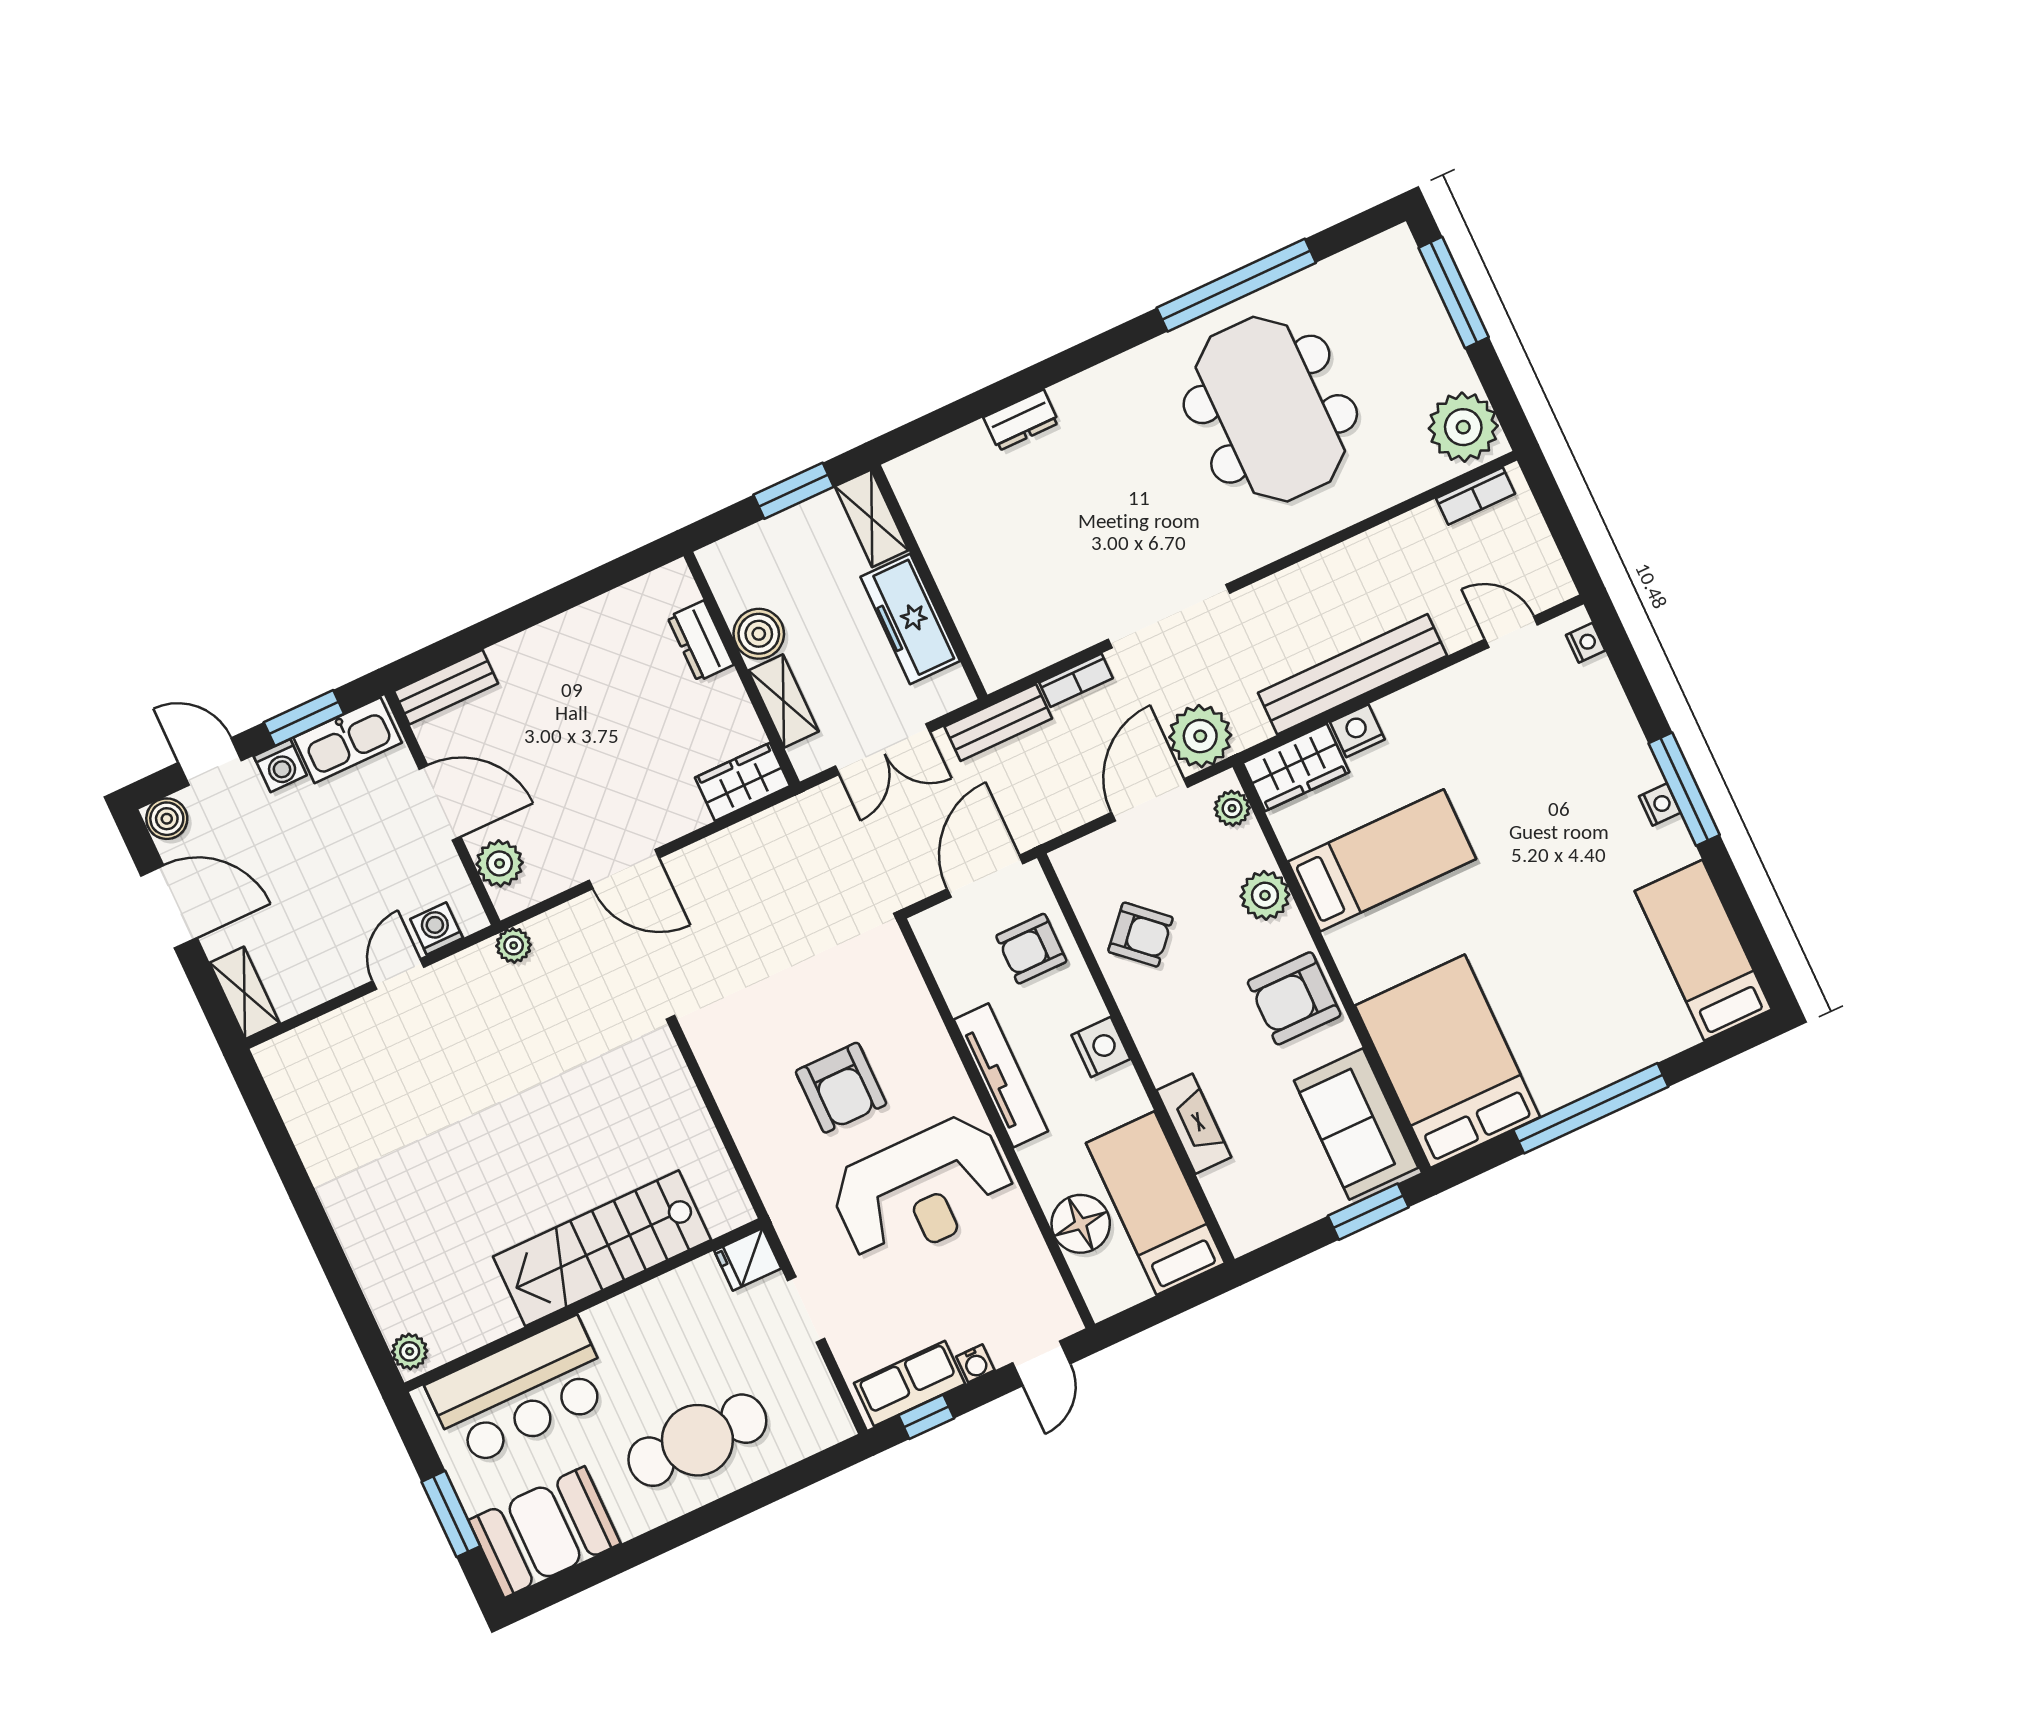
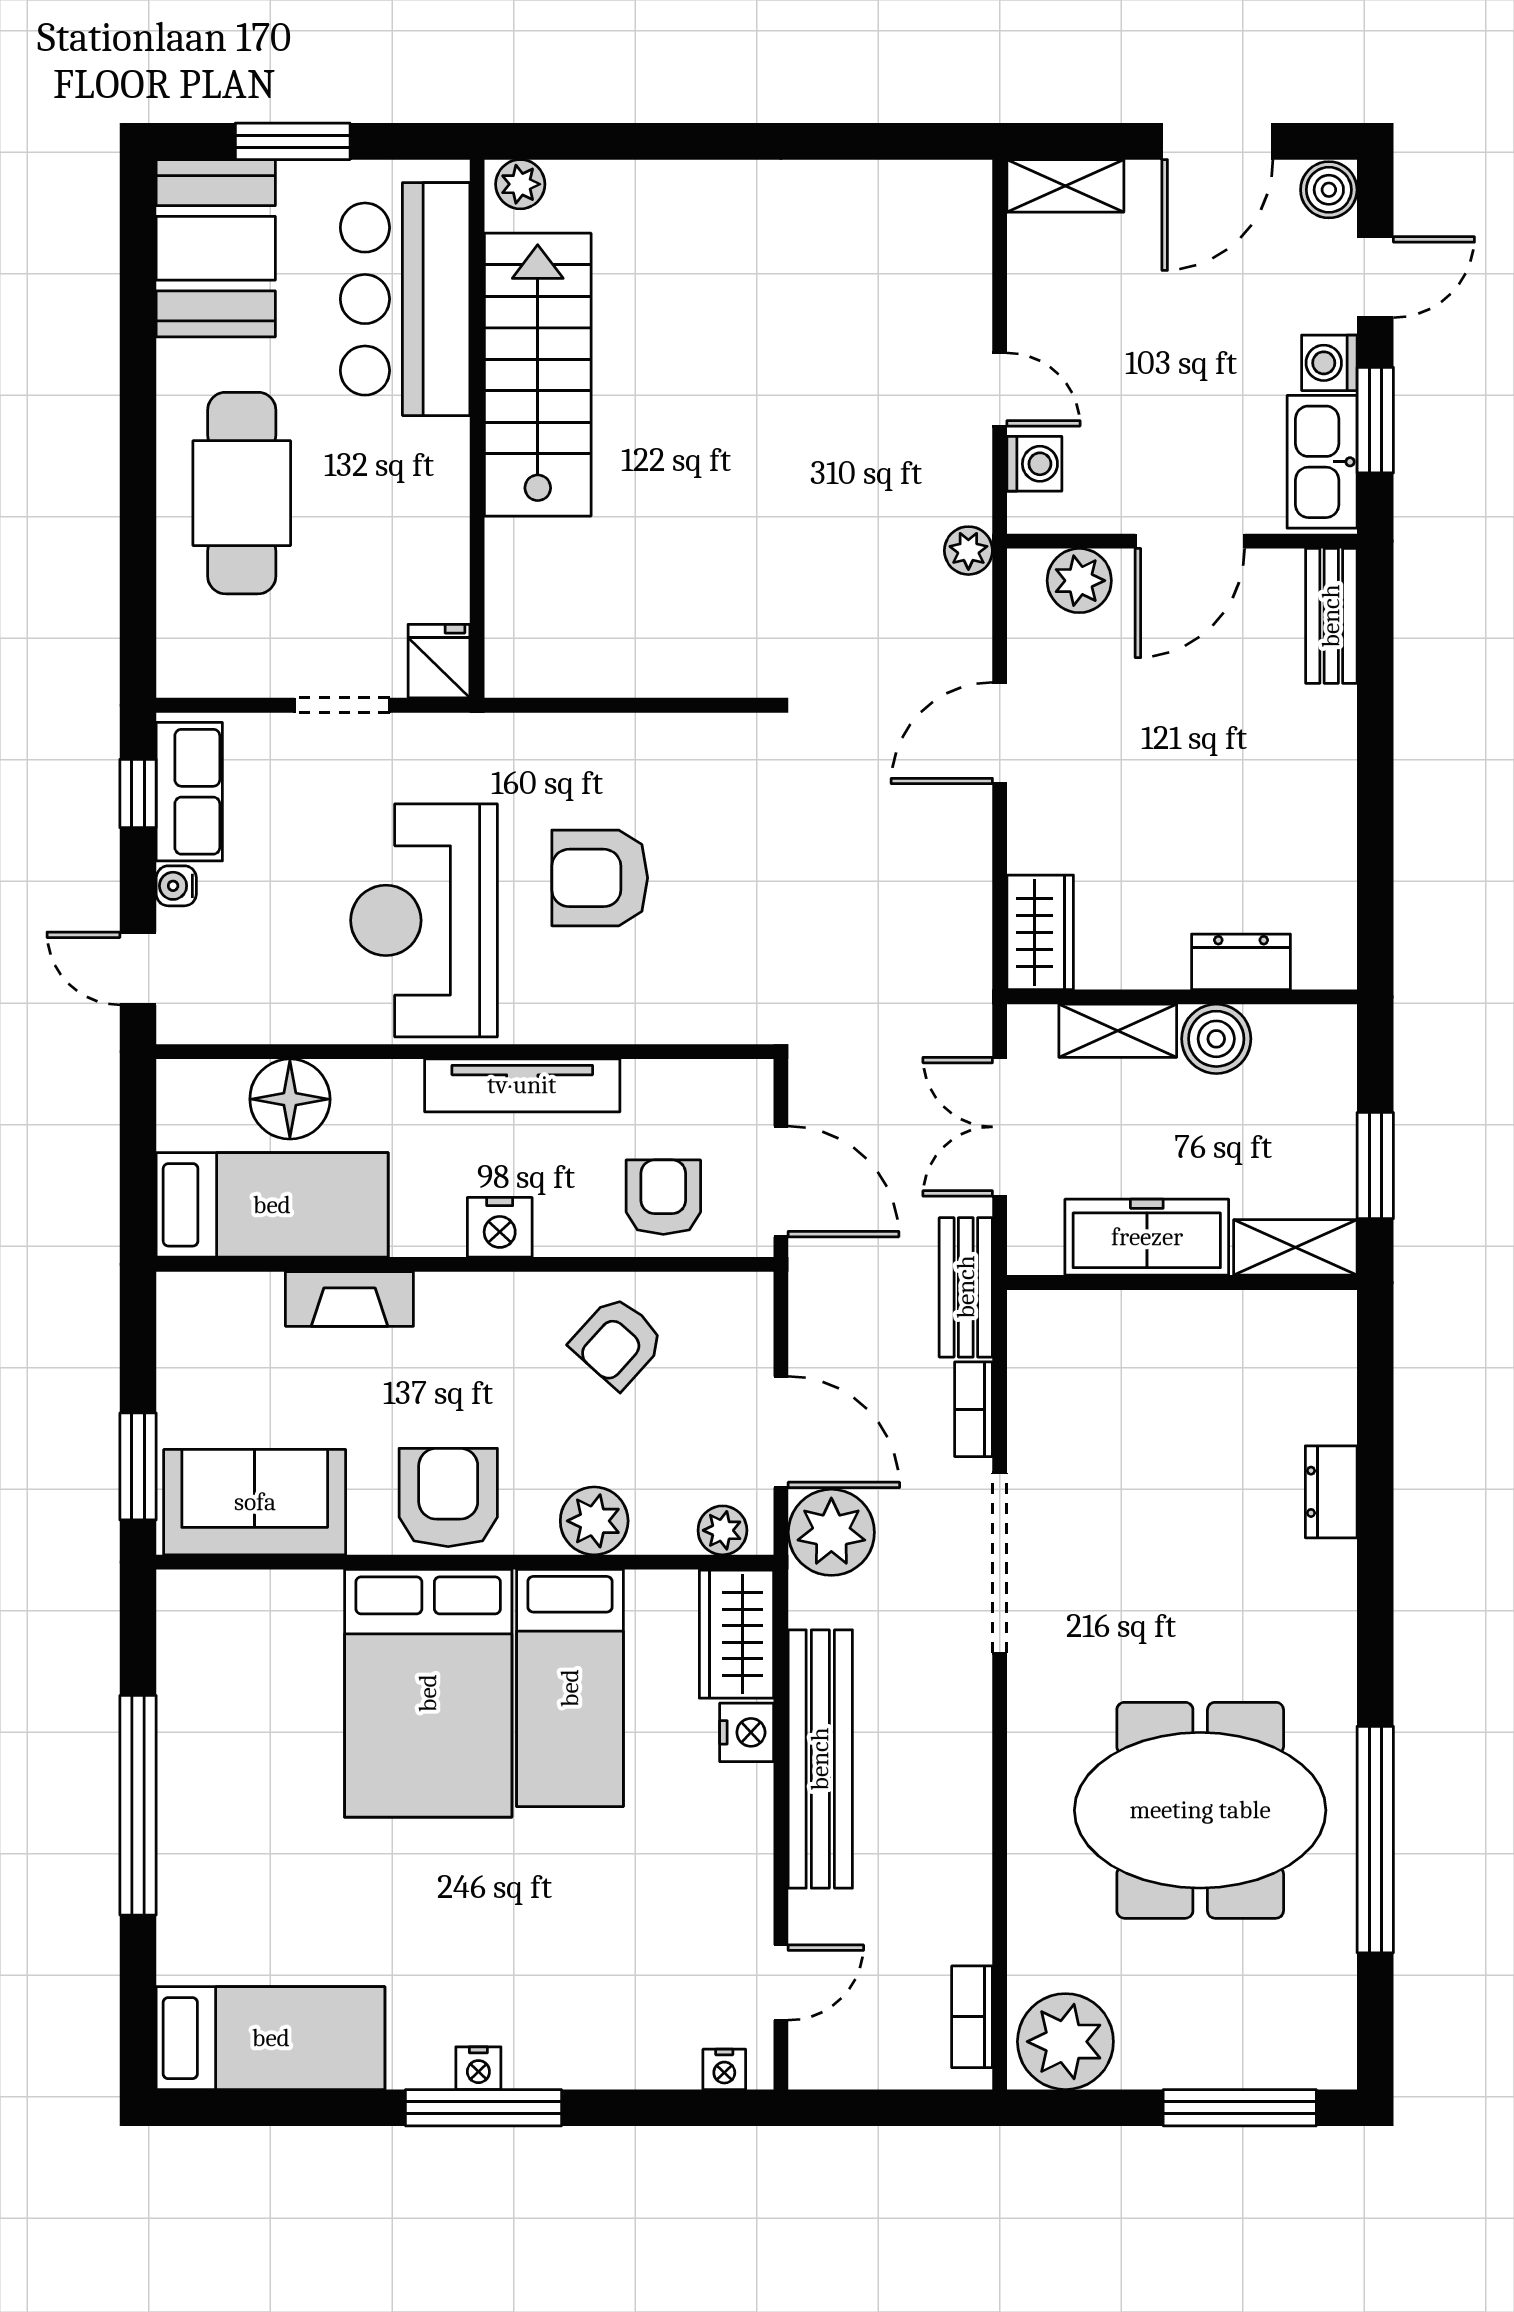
bed: (1447, 1061) -> (428, 1693), moved, turned 90
stairs: (602, 1248) -> (538, 375), moved

